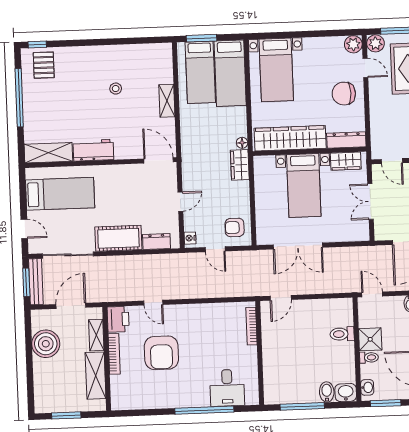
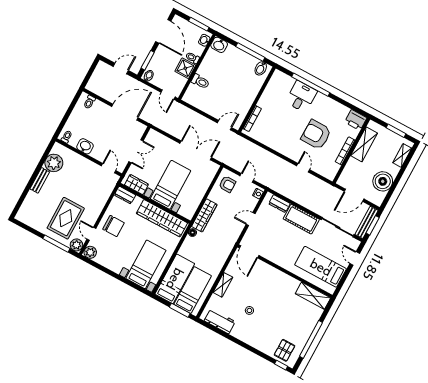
dresser: (346, 140) -> (125, 195), width x0.70
workbench: (93, 150) -> (220, 321), moved, turned 180
wardrobe: (240, 165) -> (204, 215), width x1.50
printer: (118, 319) -> (356, 120), moved, turned -90
shelving: (96, 335) -> (402, 155), moved
armchair: (161, 353) -> (316, 135), turned -89
desk: (227, 388) -> (301, 97), moved
bidet: (327, 392) -> (261, 68), moved

